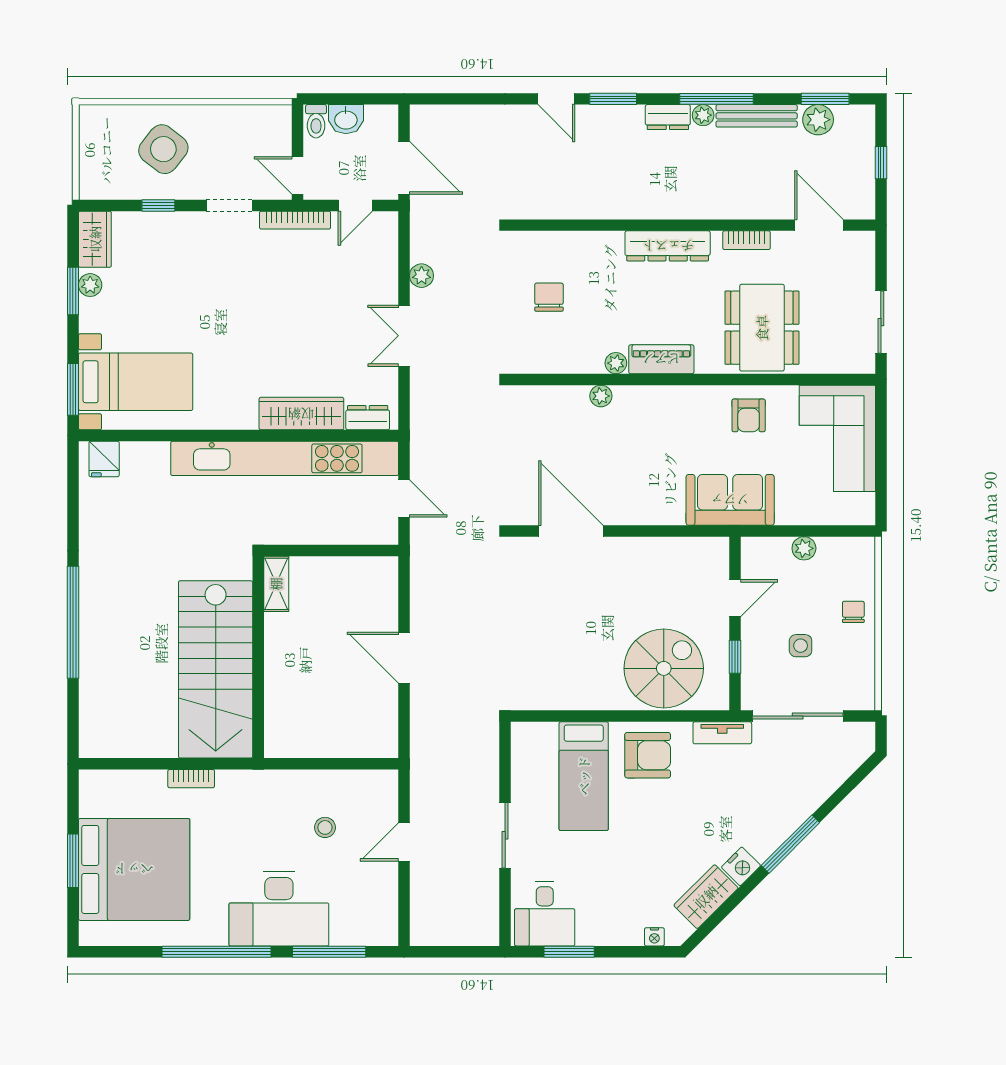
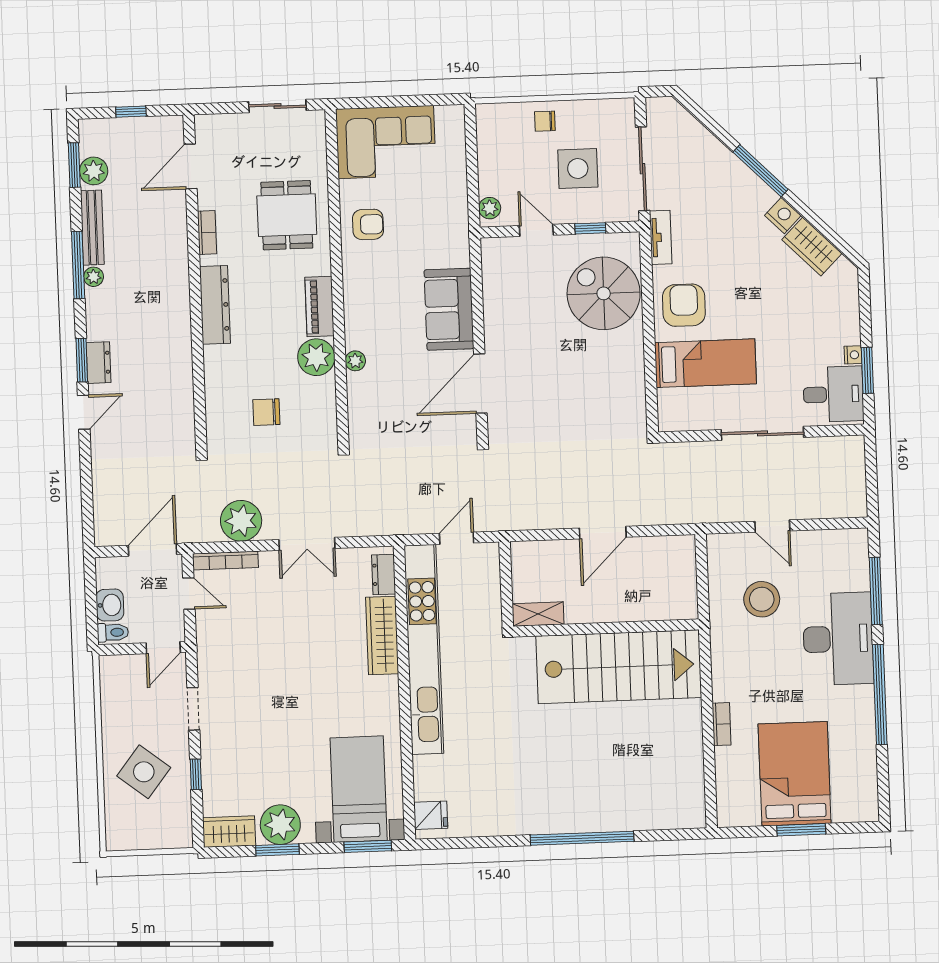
dresser: (668, 117) -> (99, 363), moved
bookcase: (295, 220) -> (225, 561), moved, turned 90
plant: (422, 276) -> (241, 521), width x1.87, depth x1.87
plant: (90, 285) -> (280, 825), width x1.87, depth x1.87
dining table: (762, 328) -> (287, 215), width x0.73
plant: (616, 363) -> (316, 357), width x1.88, depth x1.88
sofa: (730, 500) -> (449, 309), moved
plant: (804, 548) -> (490, 208), moved
shelving: (276, 584) -> (538, 614), moved
side table: (801, 646) -> (578, 168), width x1.87, depth x1.87
wall: (258, 657) -> (606, 628), moved
stairs: (216, 669) -> (619, 667), moved
stool: (325, 827) -> (762, 599), width x1.89, depth x1.89
sliding door: (505, 835) -> (762, 433), width x1.37
bed: (134, 869) -> (795, 774), width x0.73
nightstand: (654, 937) -> (853, 355), moved

